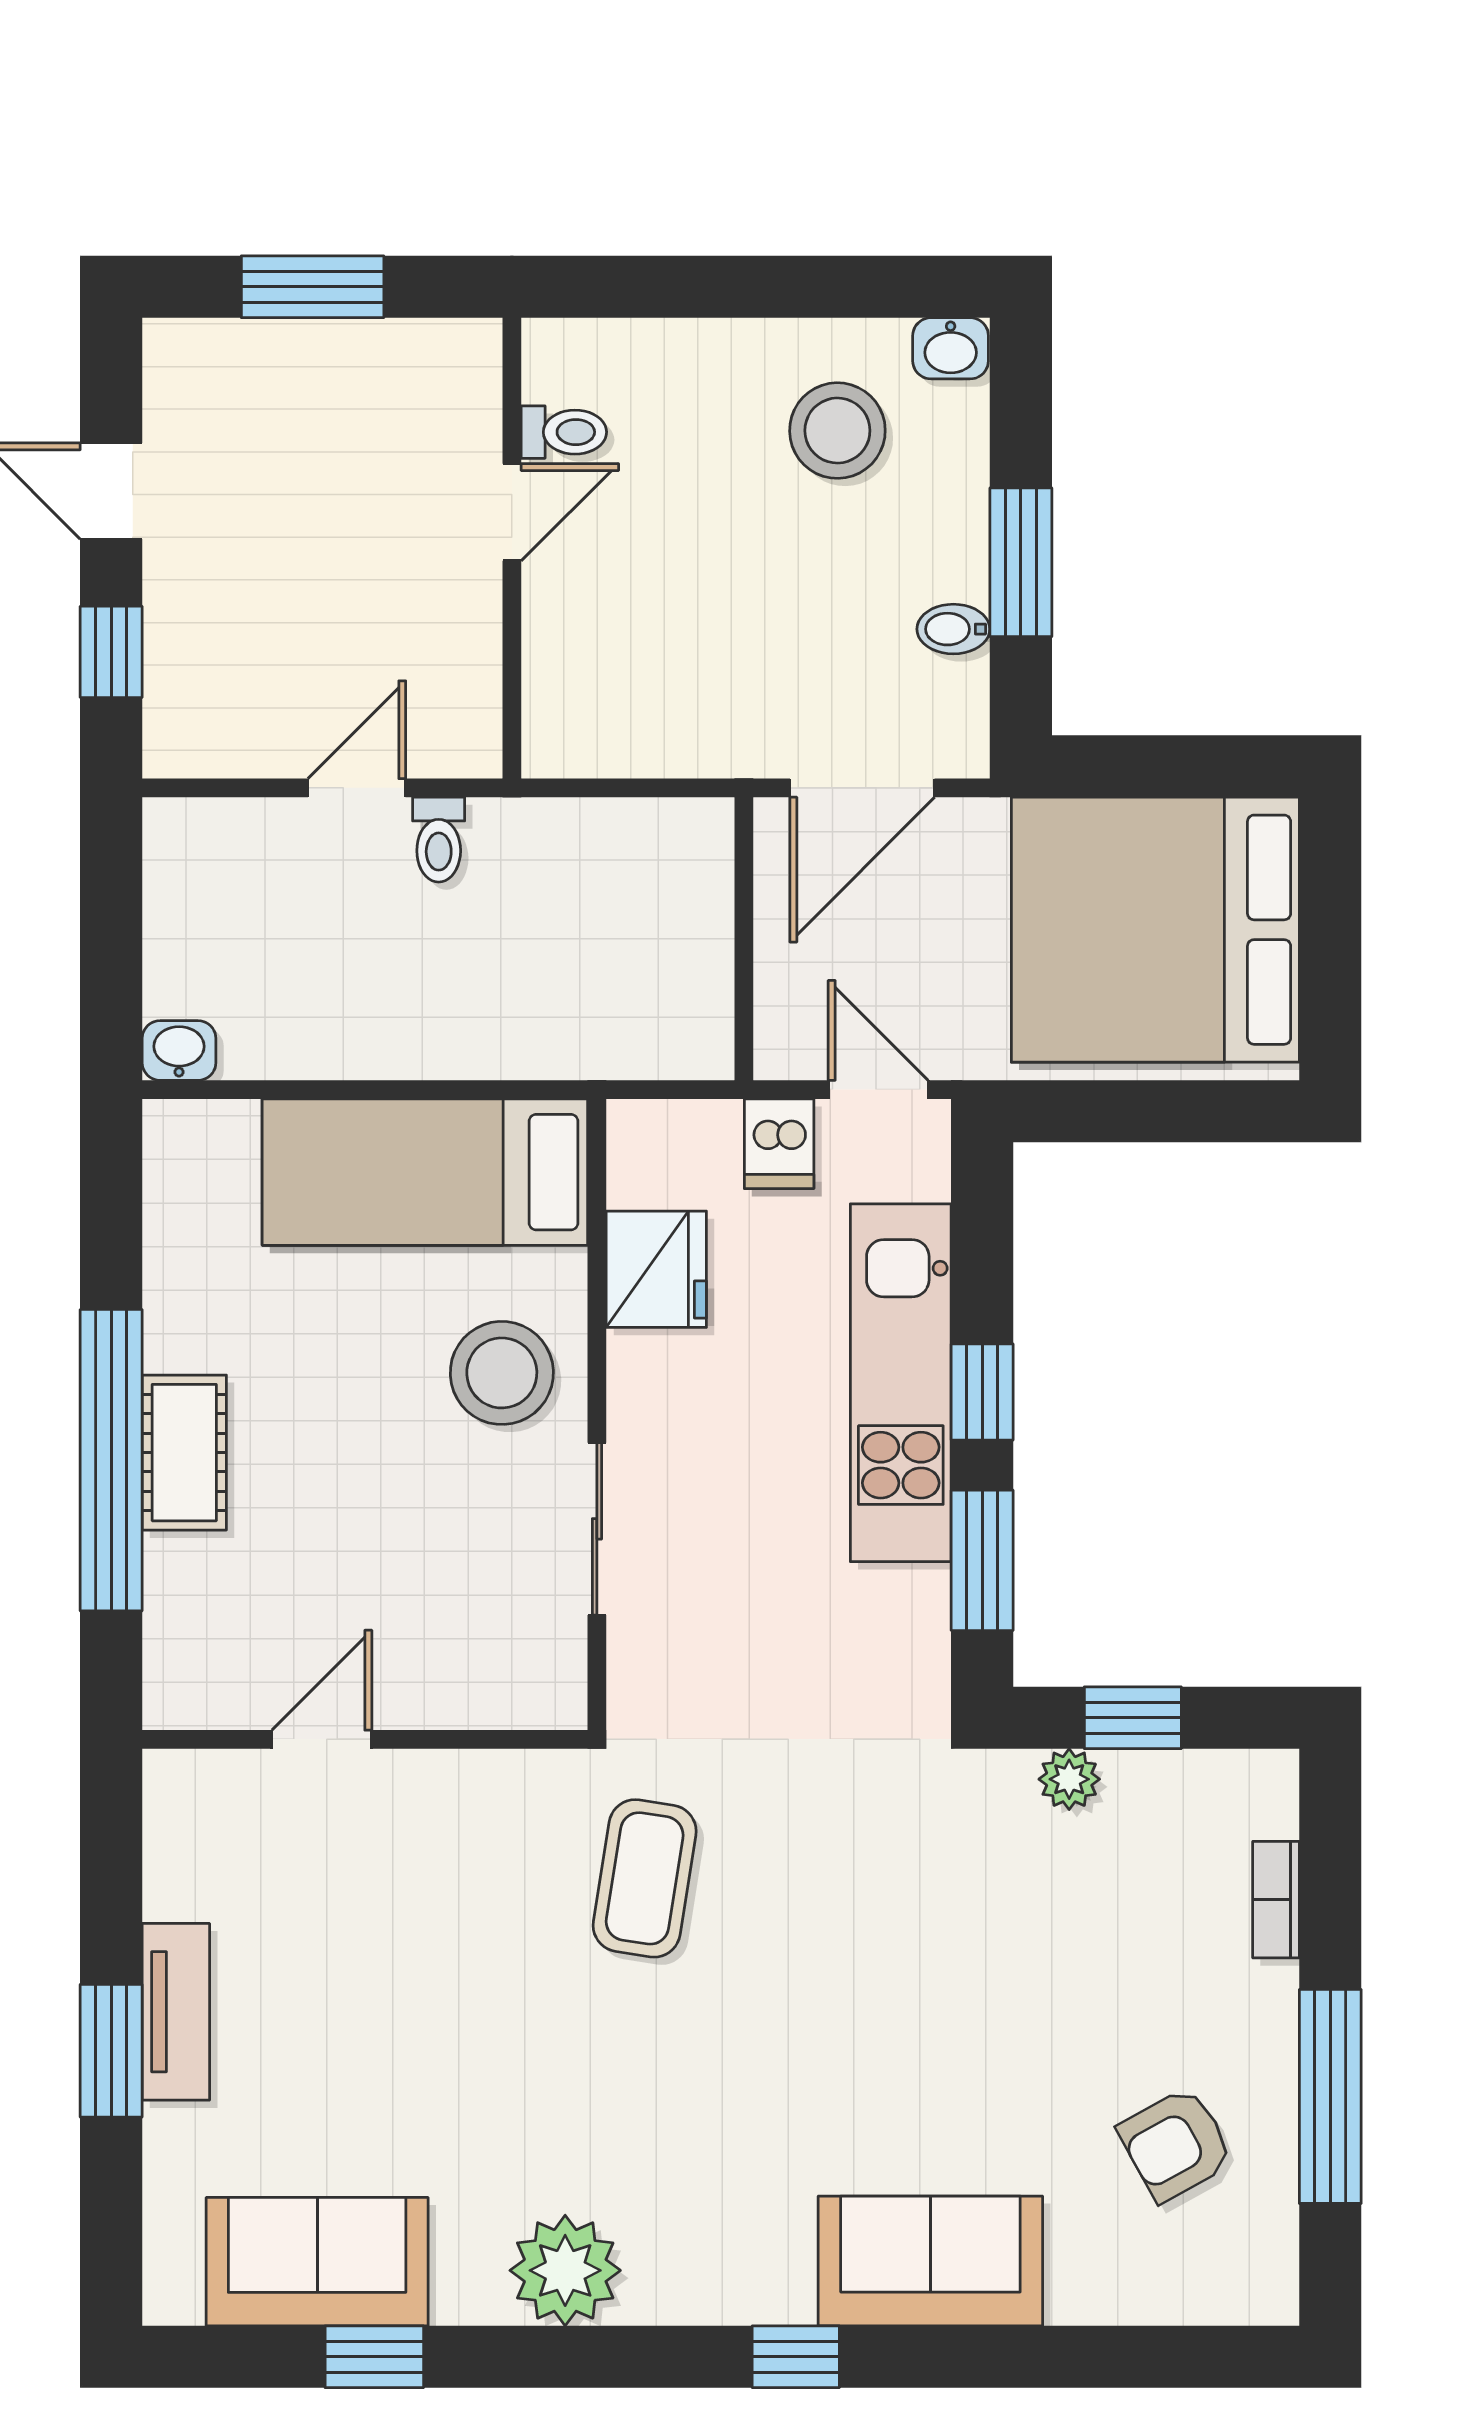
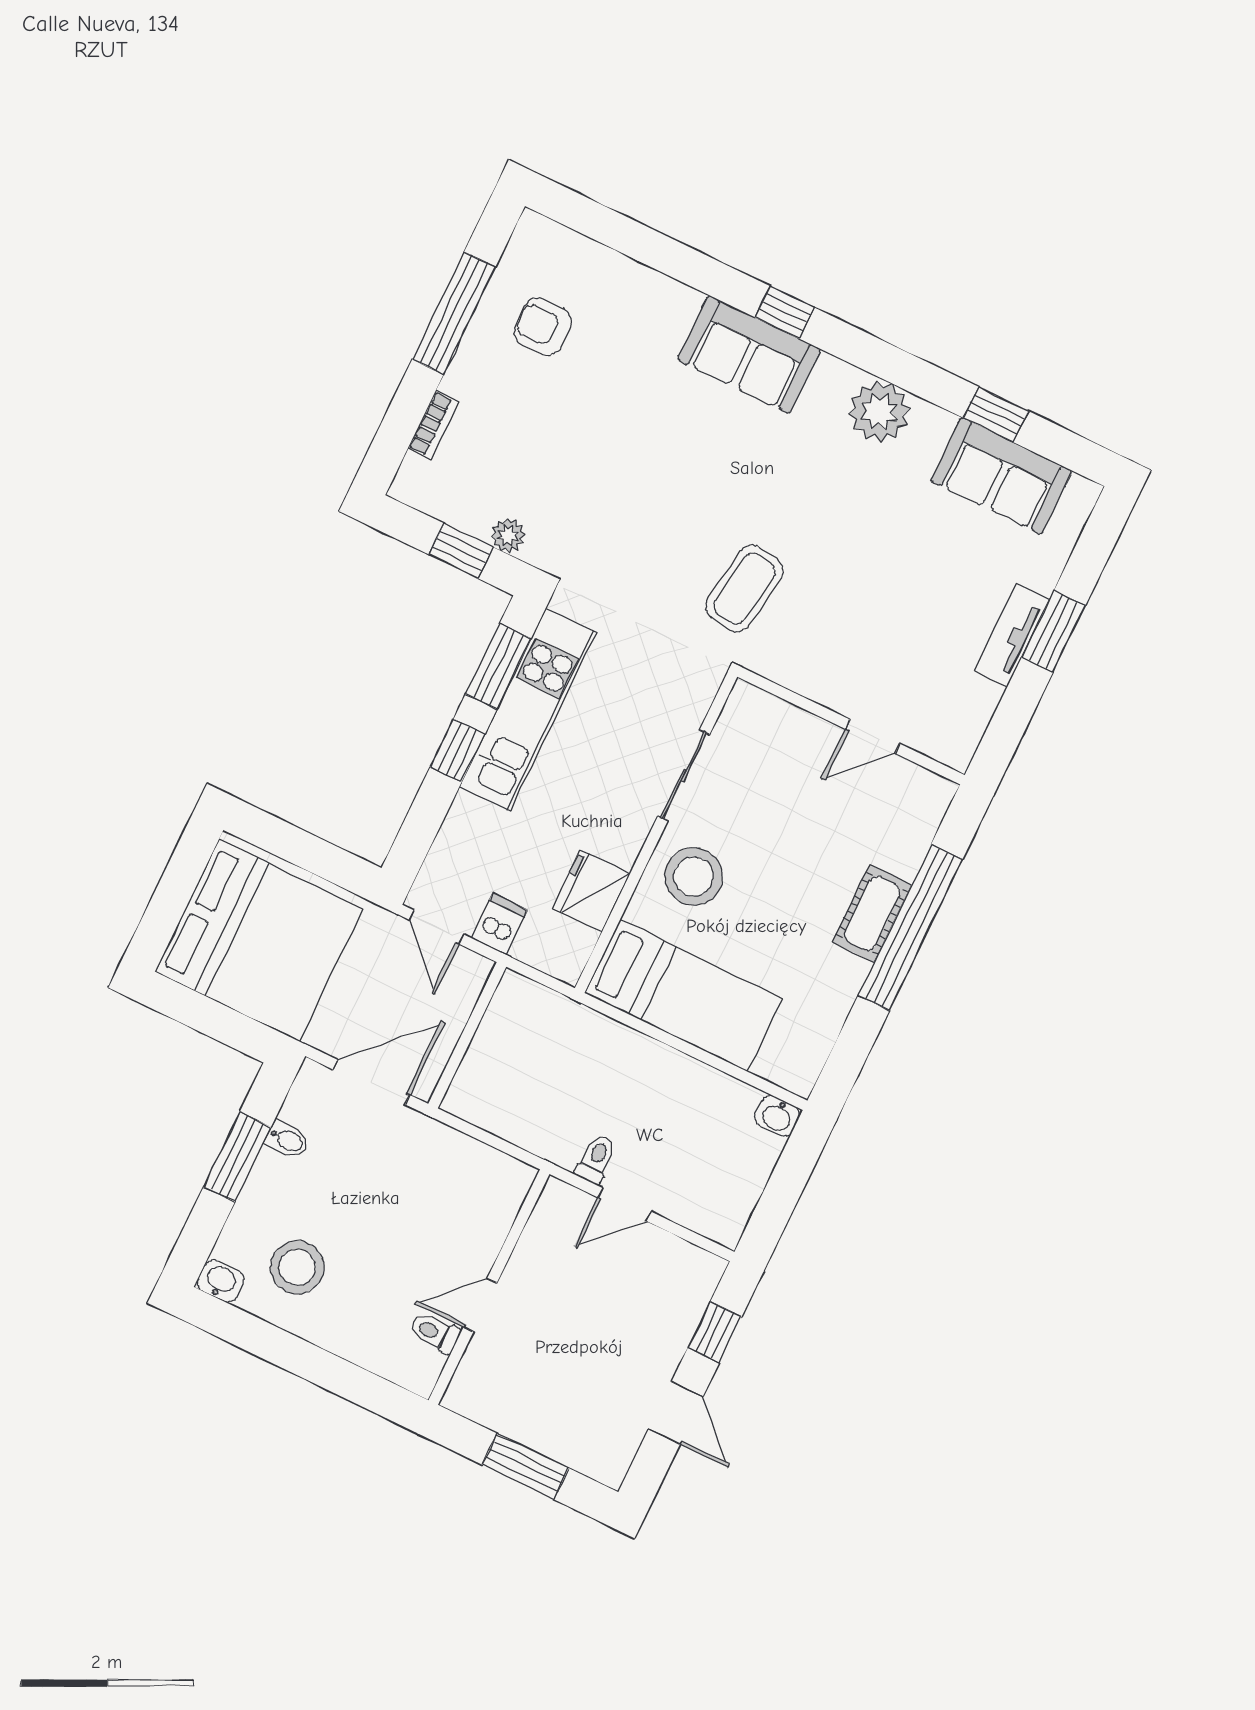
kitchen unit: (901, 1383) -> (528, 710), moved
armchair: (1176, 2144) -> (543, 327), turned -151
sofa: (930, 2261) -> (749, 354), moved

